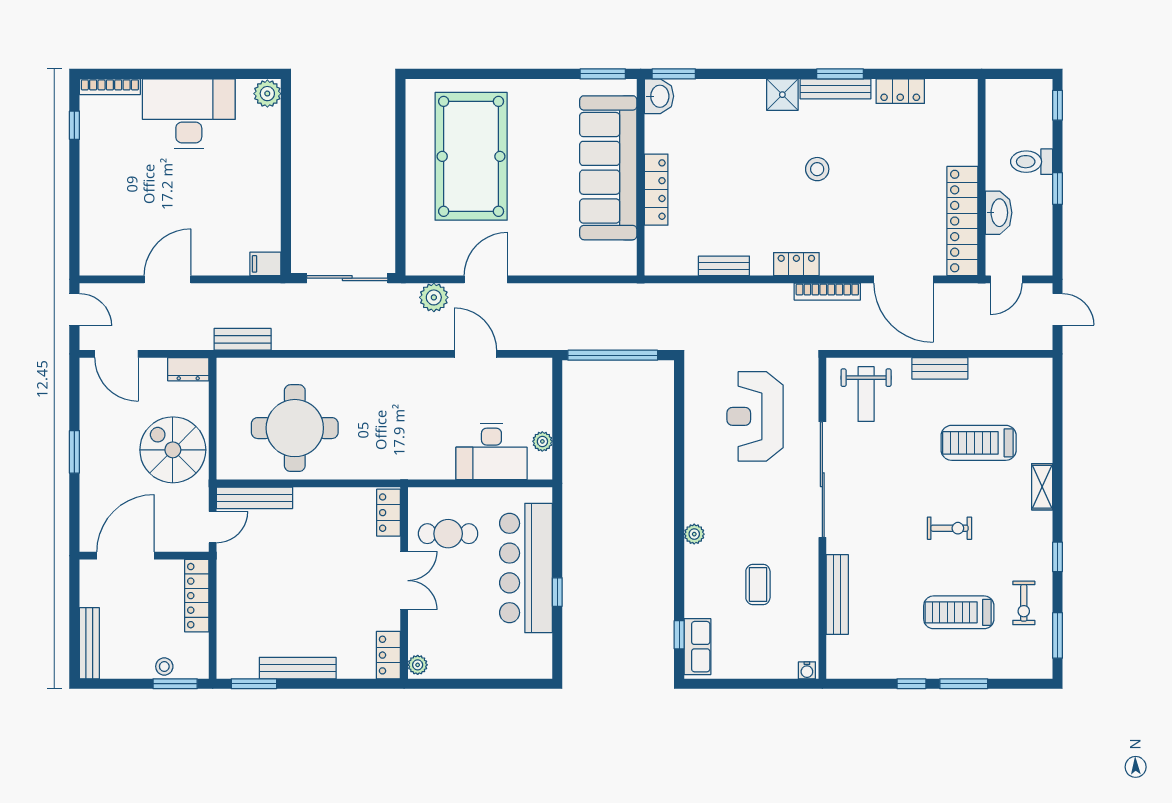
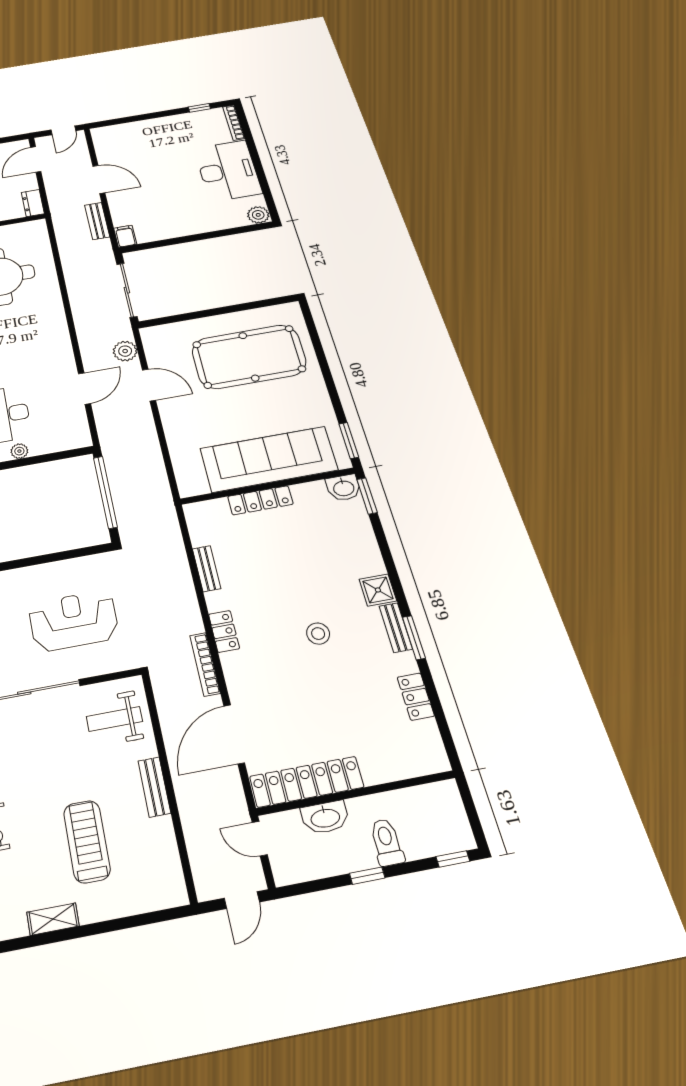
bench: (836, 89) -> (396, 628), width x0.73
bench: (243, 339) -> (97, 221), moved

